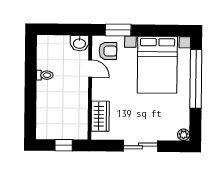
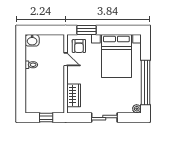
washbasin: (79, 43) -> (32, 40), moved
armchair: (108, 51) -> (79, 46), turned 90
window: (196, 79) -> (146, 83), moved

